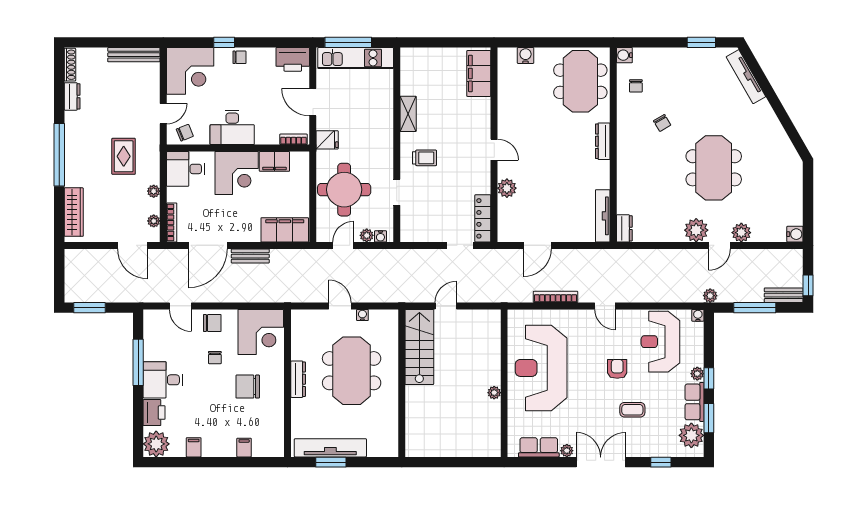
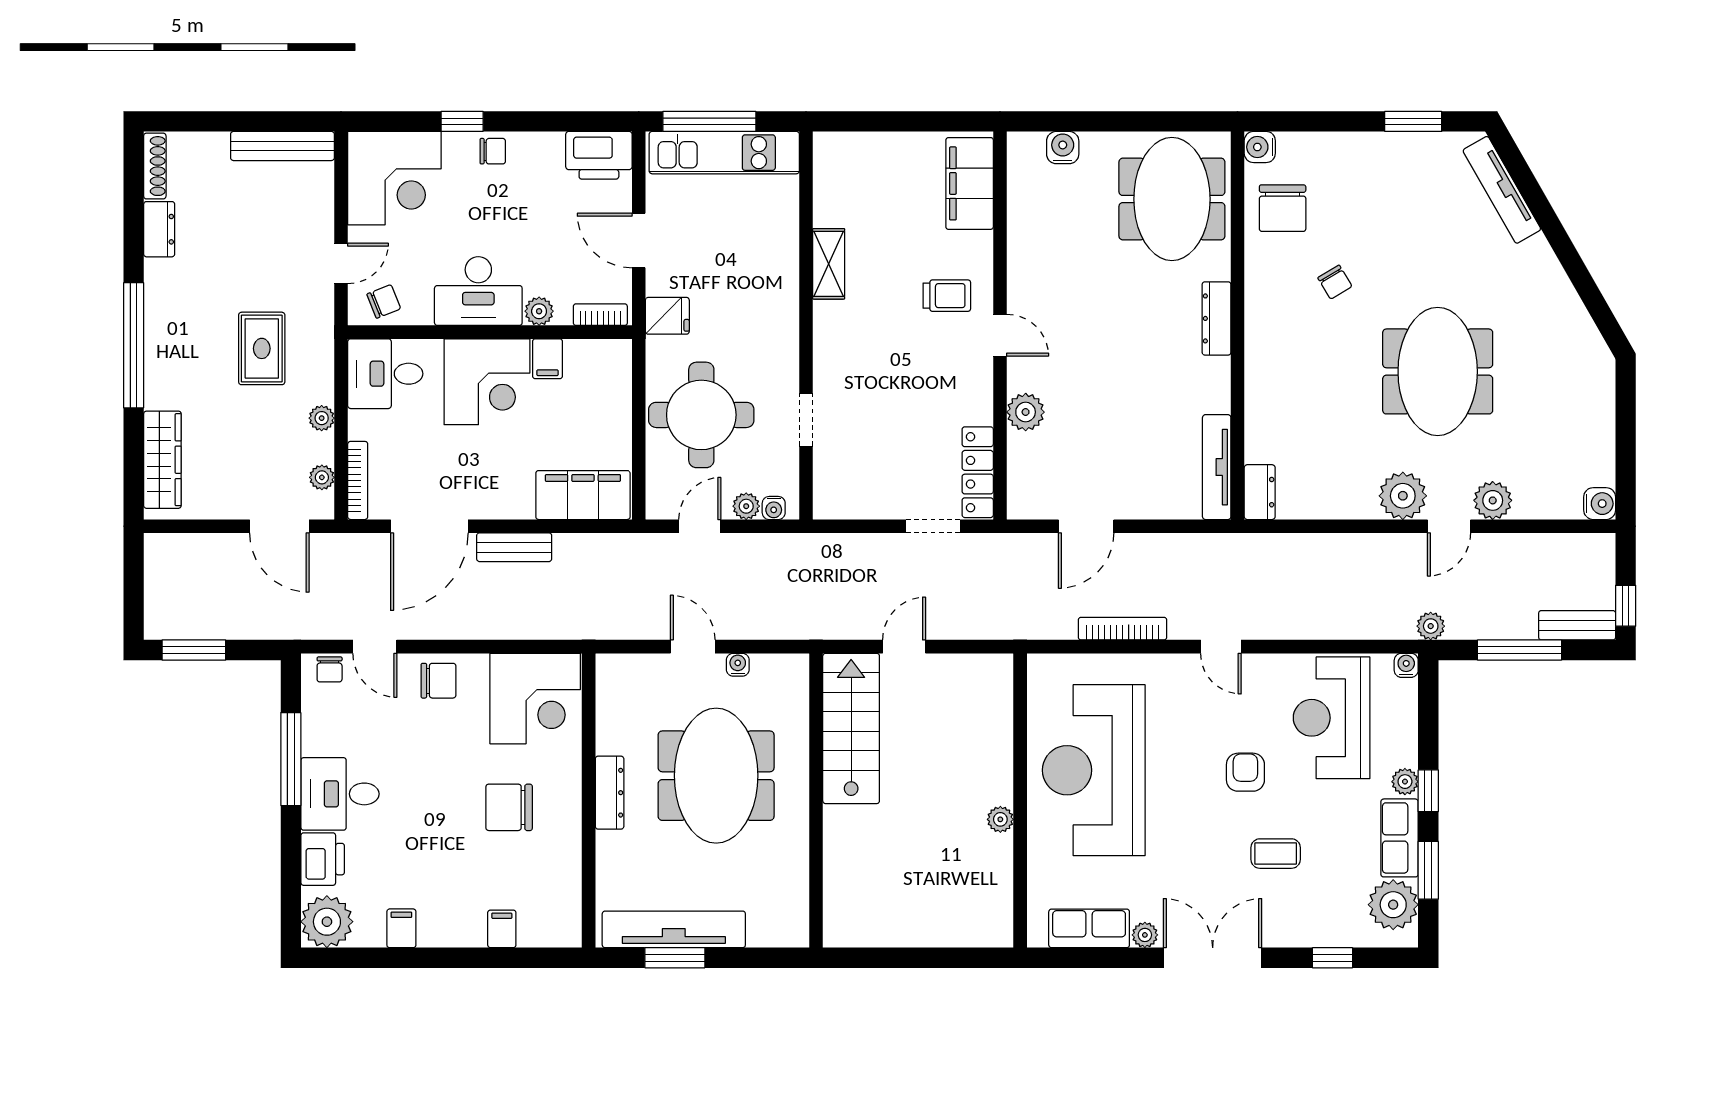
chair: (636, 86) -> (1283, 208), width x1.87, depth x1.87
plant: (263, 138) -> (539, 311), added
trolley: (424, 158) -> (947, 296), moved
filing cabinet: (274, 161) -> (547, 359), width x0.50
chair: (215, 358) -> (330, 669), moved

